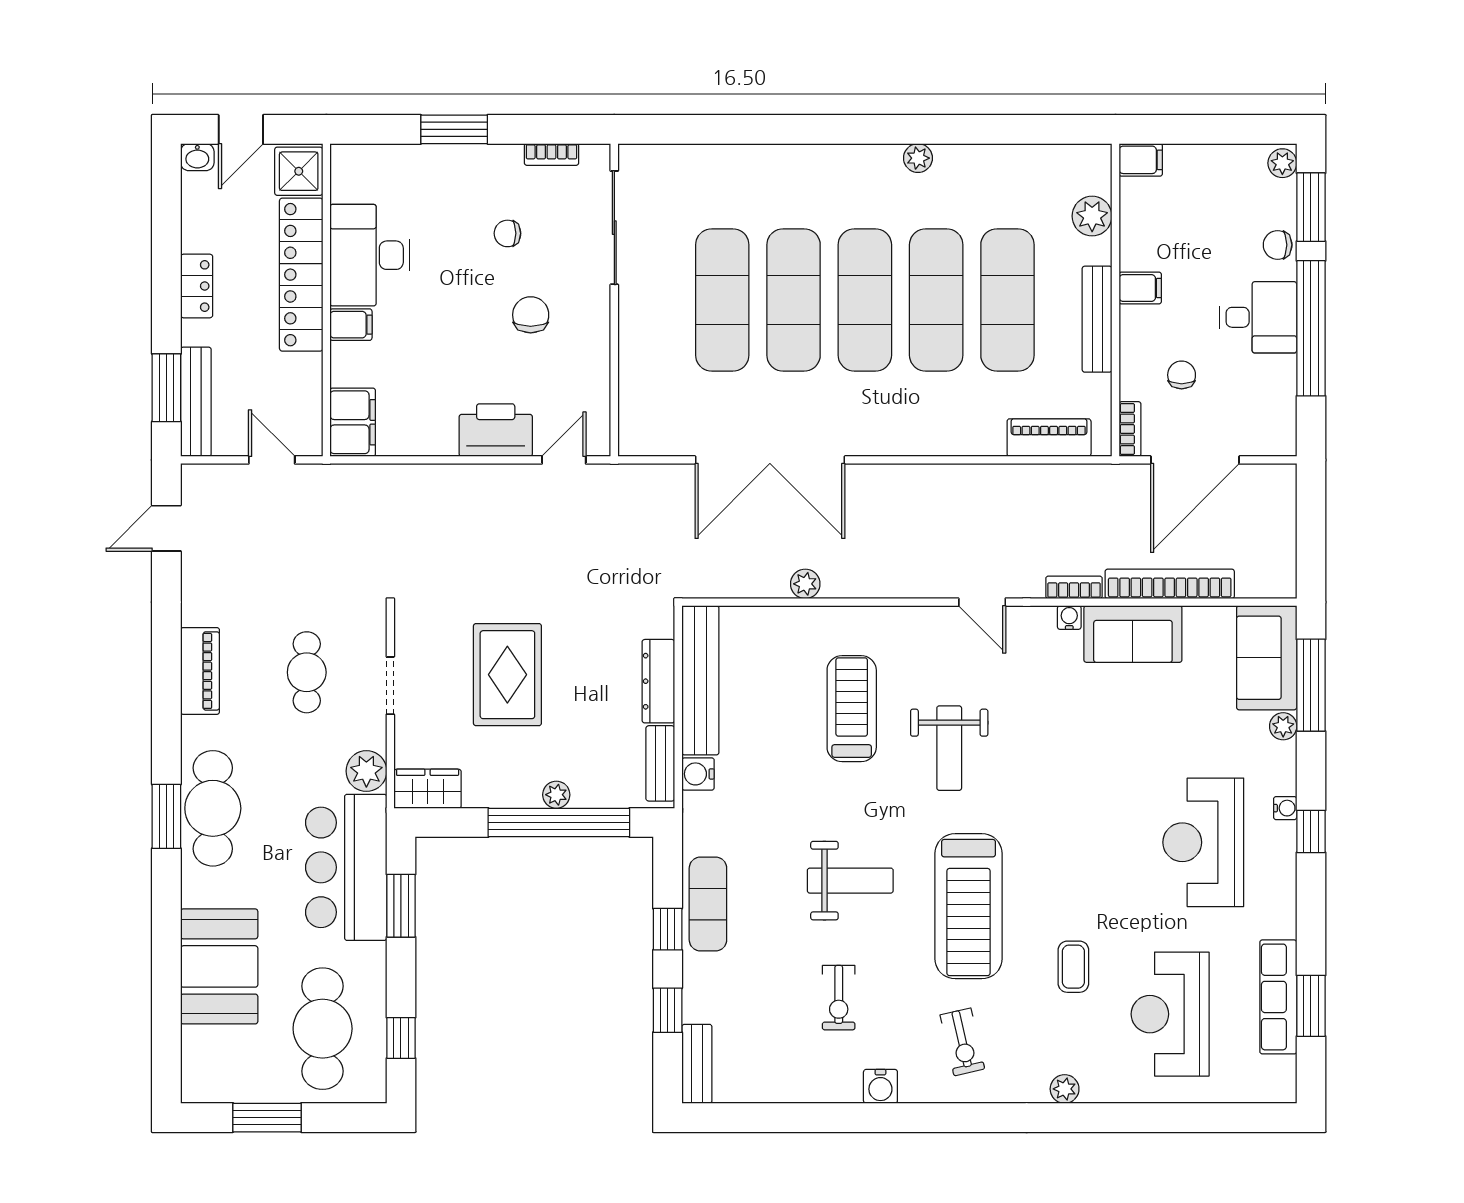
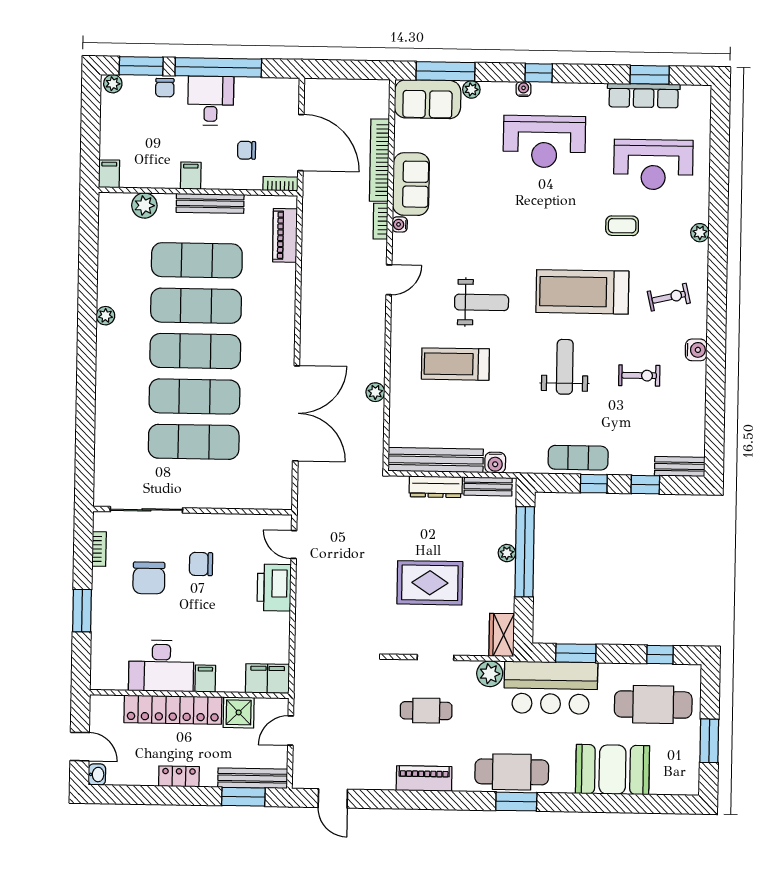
shower: (299, 171) -> (239, 712), moved
chair: (507, 233) -> (149, 578), width x1.87, depth x1.87
treadmill: (968, 906) -> (582, 292), turned 180

